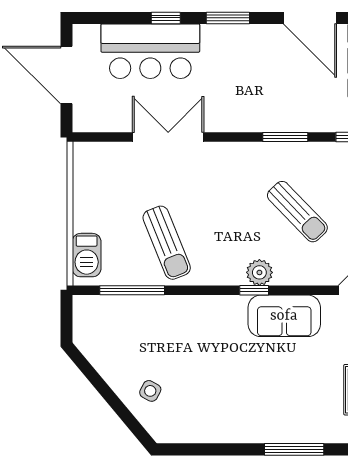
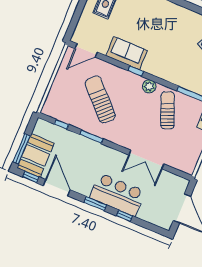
bar counter: (150, 51) -> (117, 195), moved
sun lounger: (297, 212) -> (100, 99), width x1.36, depth x1.34
plant: (259, 272) -> (149, 86), moved

